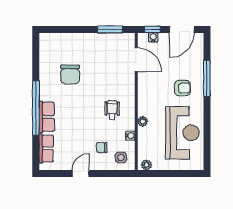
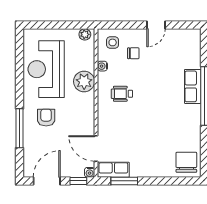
water cooler: (153, 37) -> (90, 172), moved
chair: (70, 74) -> (186, 162), moved
armchair: (182, 88) -> (46, 118), turned 90
wheelchair: (112, 110) -> (122, 94), turned 90
plant: (143, 121) -> (84, 81), width x1.87, depth x1.87
row of seats: (46, 148) -> (113, 170), moved, turned 90

